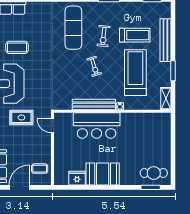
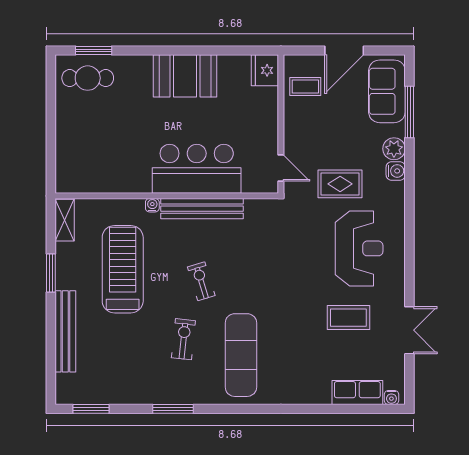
treadmill: (135, 35) -> (124, 341), removed
treadmill: (135, 73) -> (123, 269), turned 180
fridge: (77, 178) -> (265, 70), moved, turned 90

